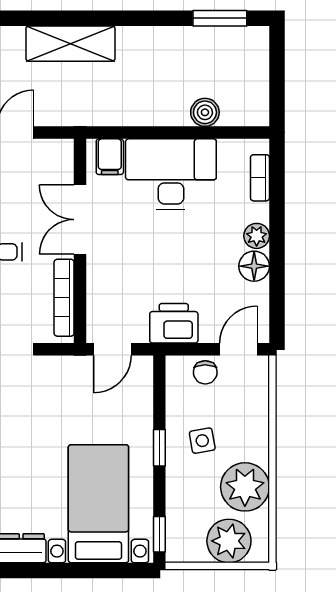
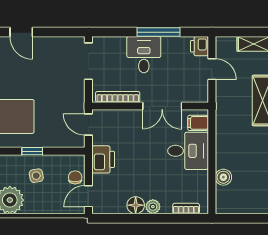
desk: (171, 174) -> (188, 151), width x0.73
double door: (80, 220) -> (162, 106), swing flipped
door: (238, 349) -> (88, 196), swing flipped
chair: (205, 372) -> (75, 177), turned 90

